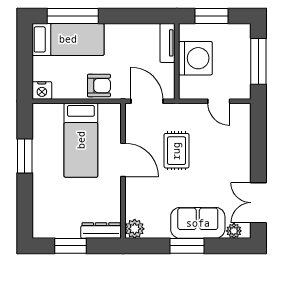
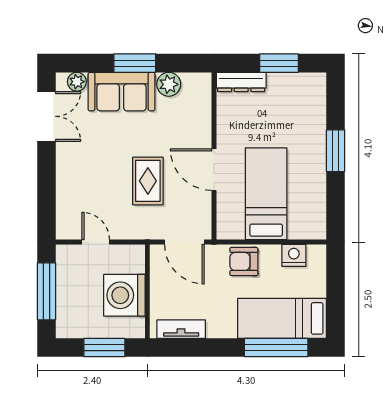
tv unit: (167, 43) -> (181, 329), moved, turned -90
nightstand: (42, 90) -> (294, 255), moved
window: (25, 156) -> (336, 151), moved
plant: (135, 229) -> (169, 84), moved

